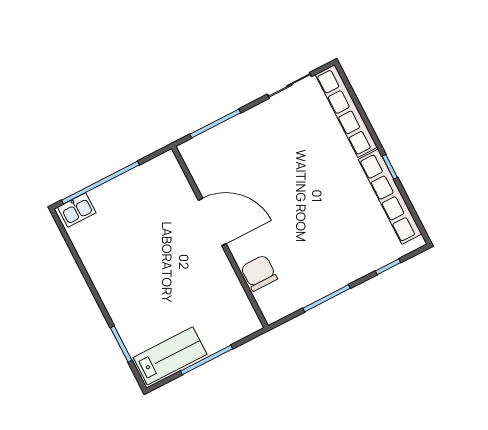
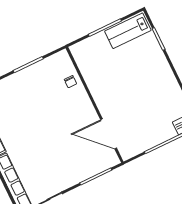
door: (212, 222) -> (109, 134), moved
chair: (259, 273) -> (70, 82), width x0.54, depth x0.54

